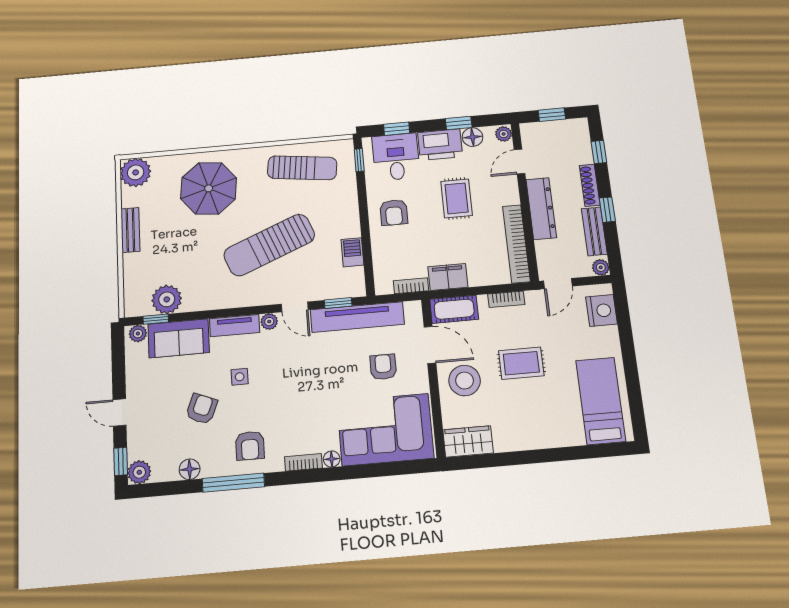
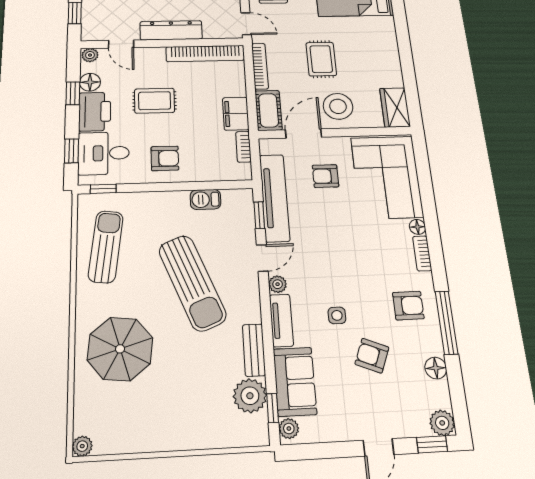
plant: (136, 172) -> (82, 446), width x0.53, depth x0.53
bench: (130, 230) -> (254, 350), moved, turned 90
bookcase: (506, 299) -> (260, 66), width x1.56

